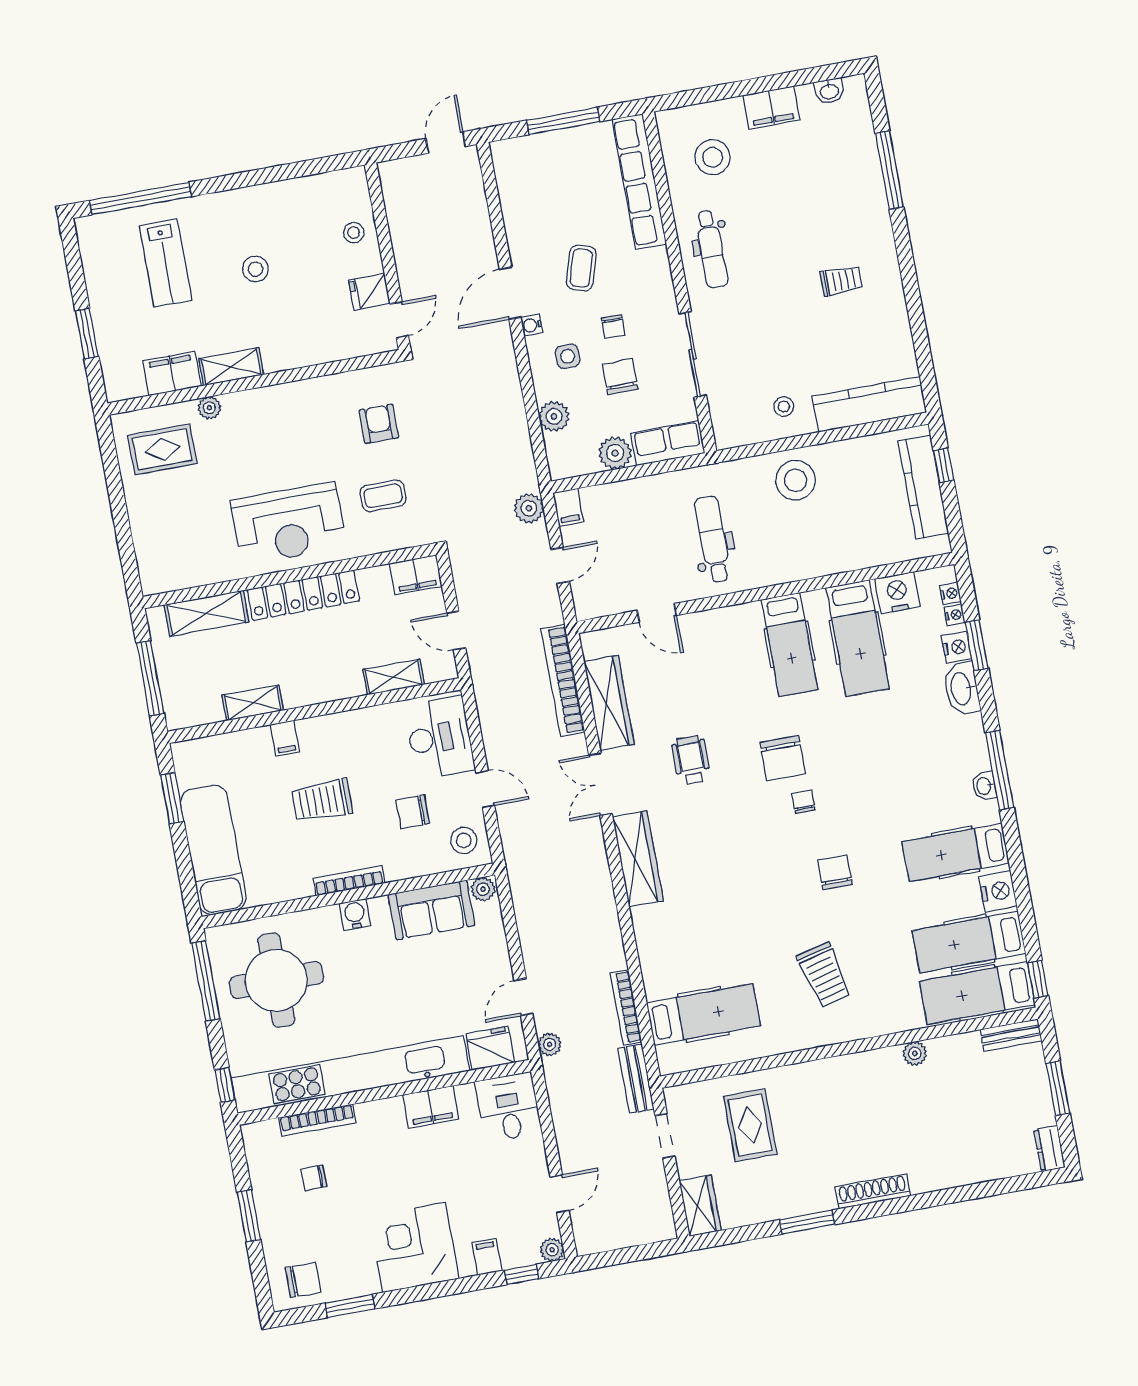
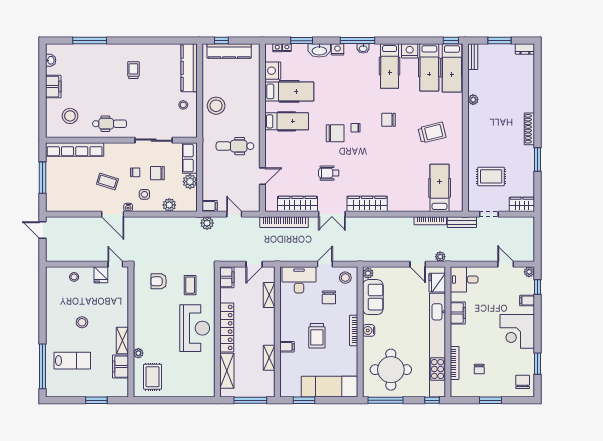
nightstand: (957, 647) -> (338, 49), moved

